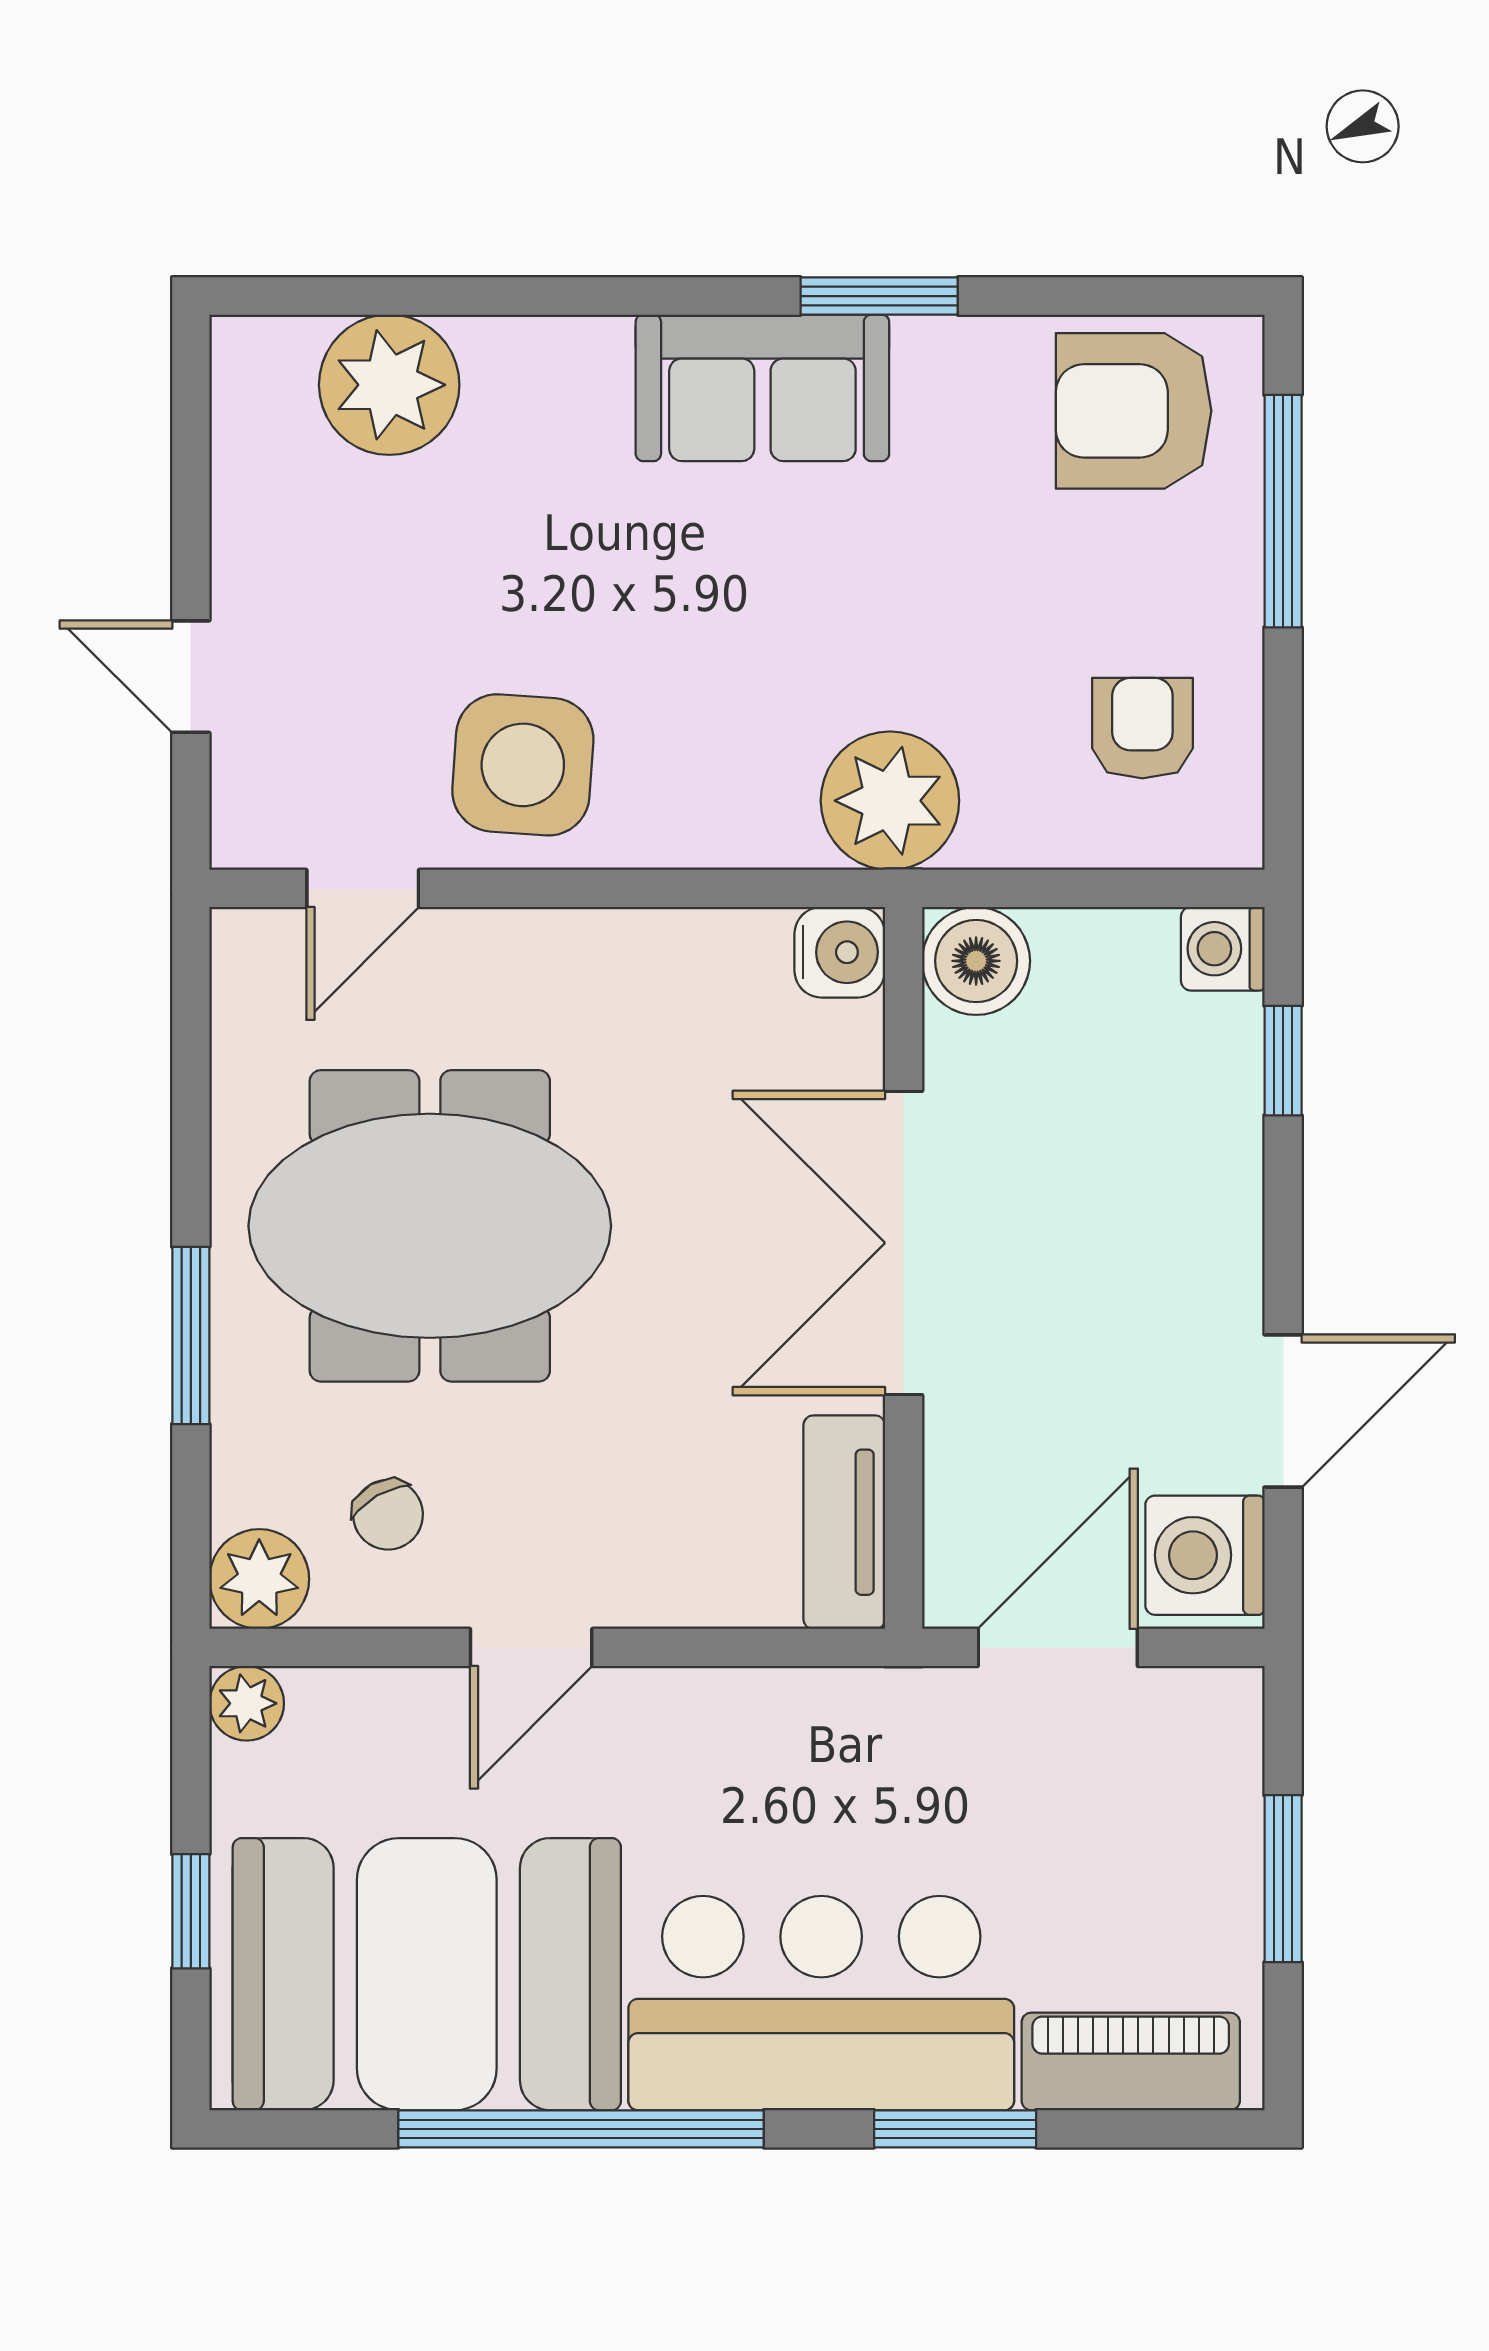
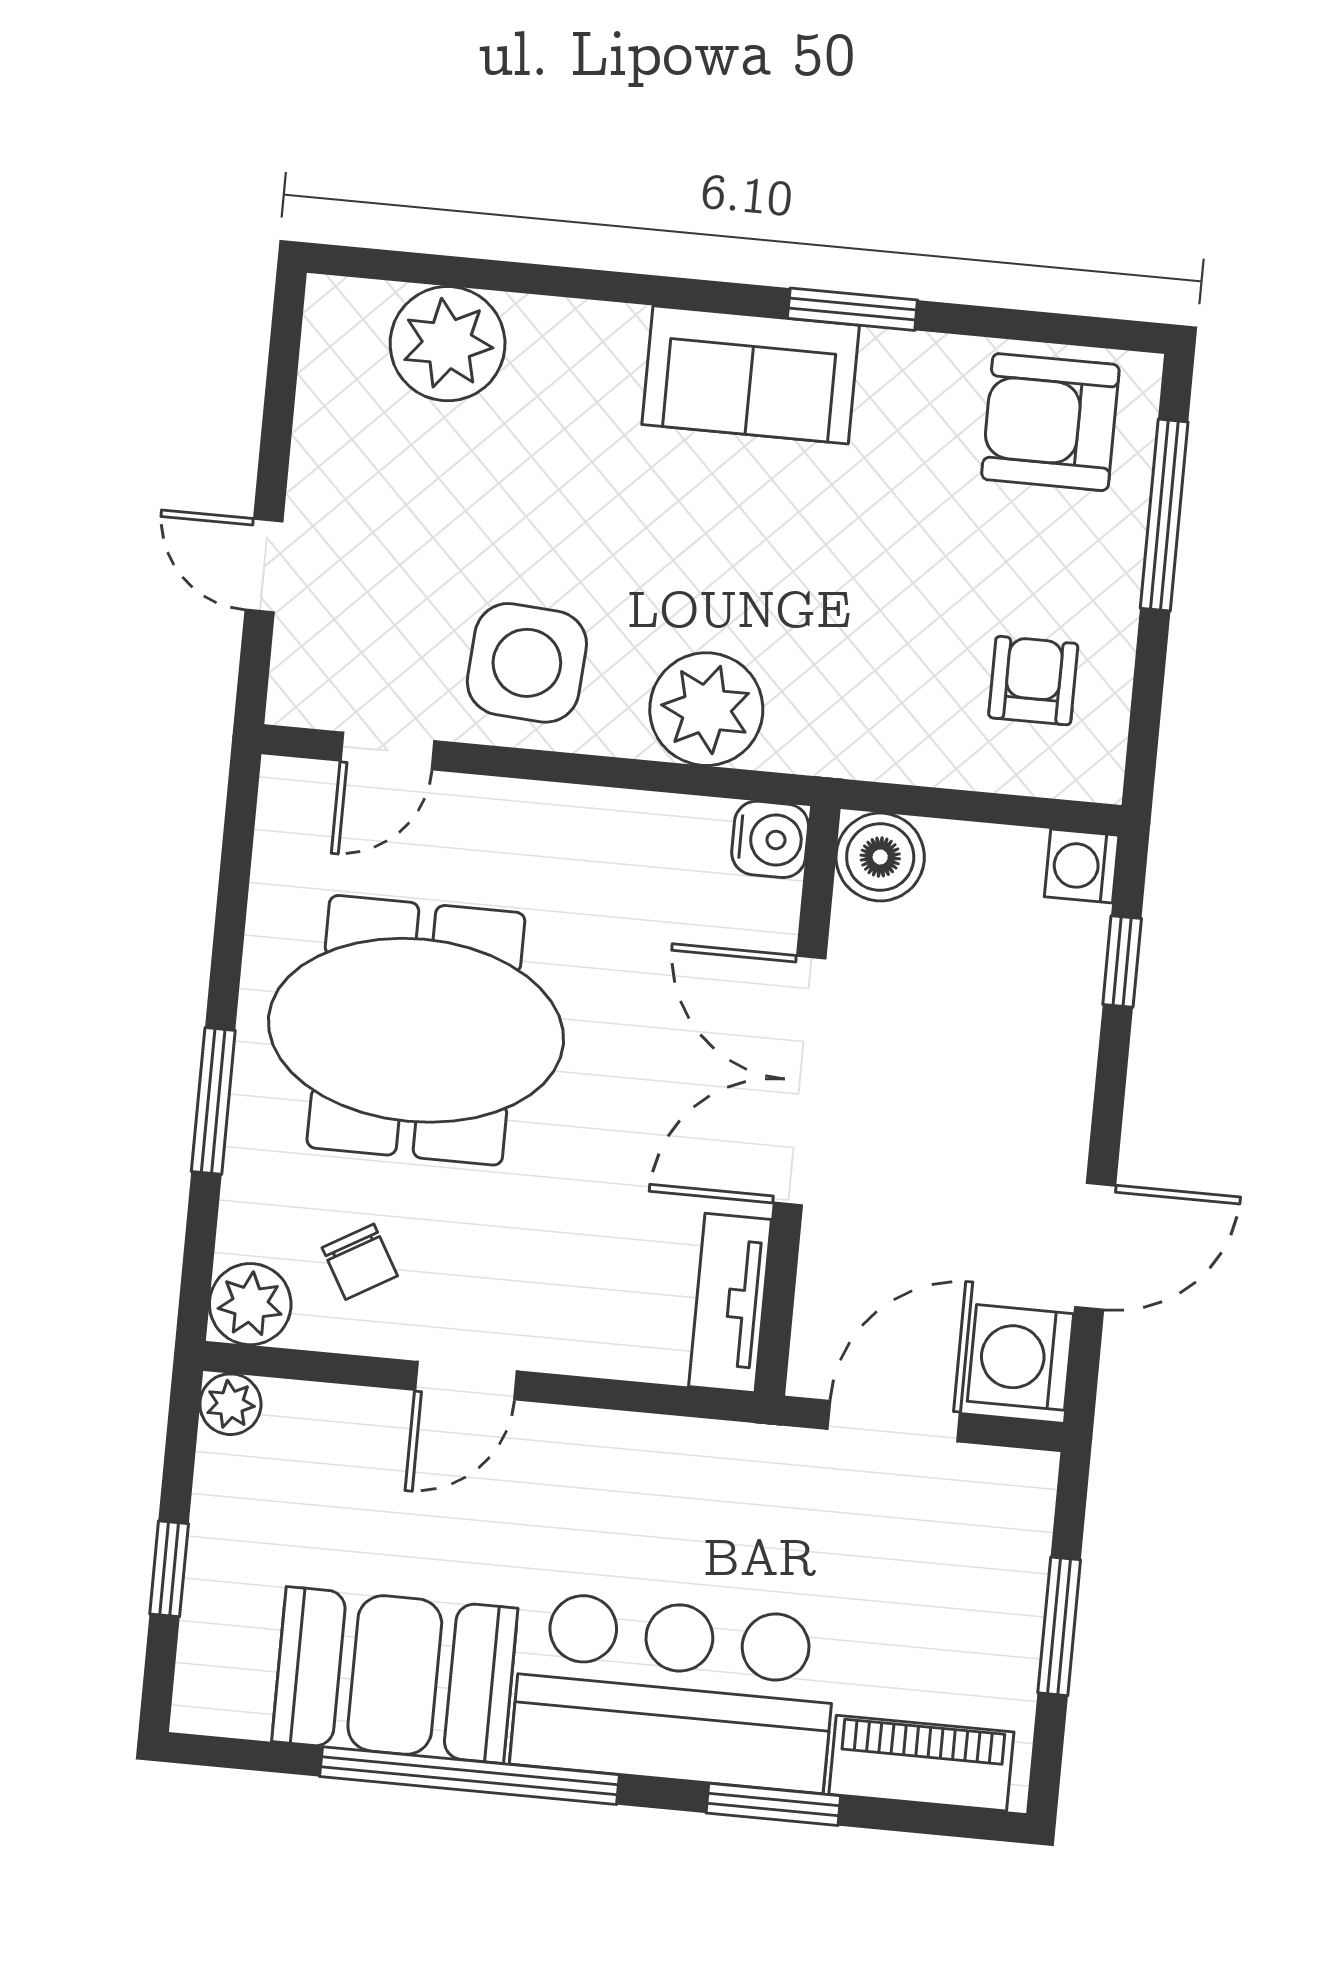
plant: (890, 801) -> (706, 709), moved
booth: (427, 1974) -> (395, 1675), width x0.73, depth x0.70

